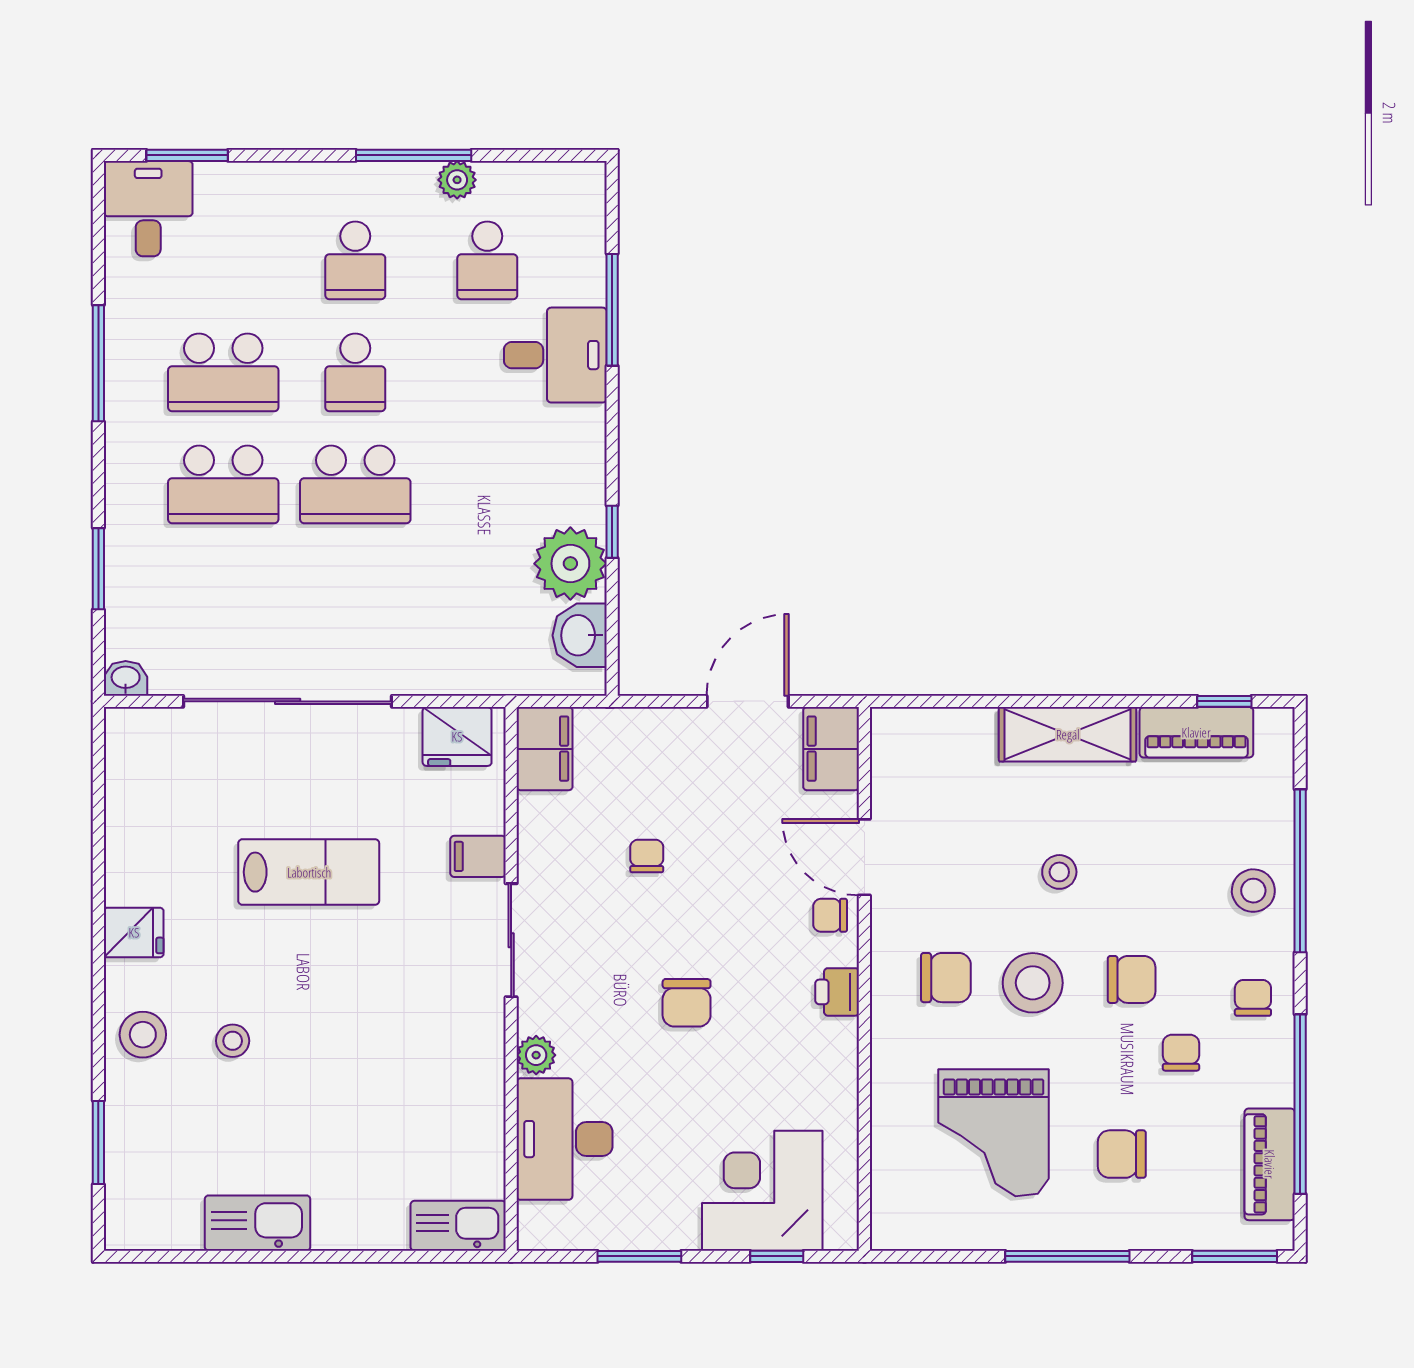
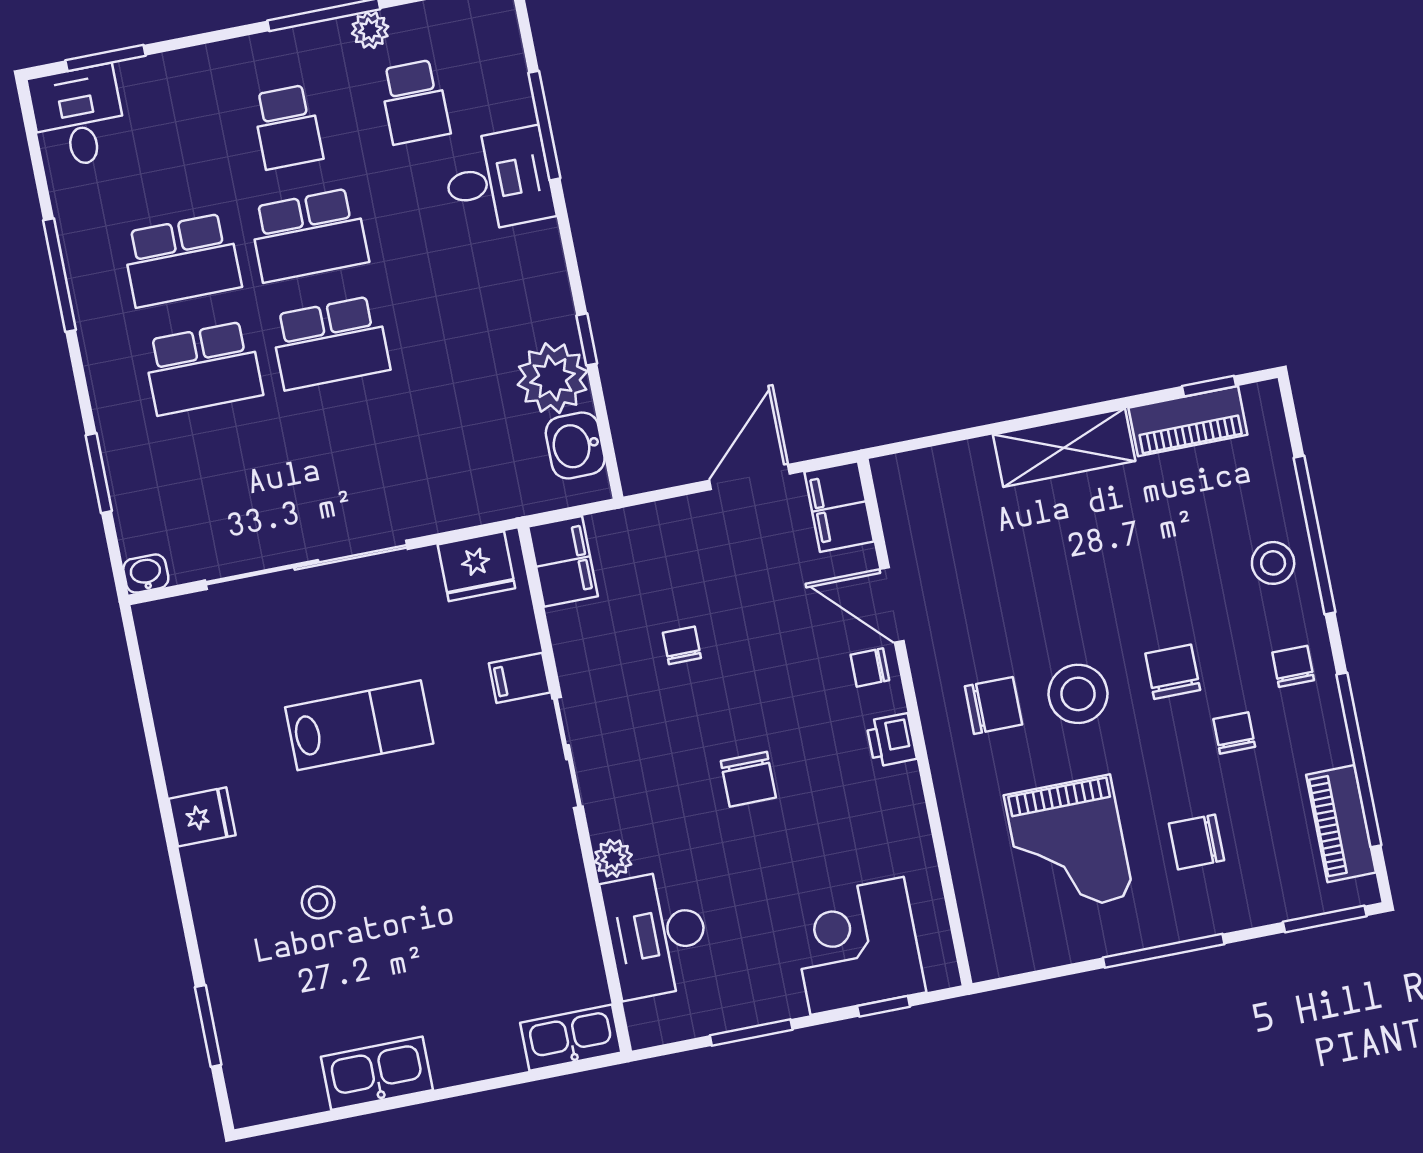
school desk: (355, 372) -> (309, 235), width x1.85
stool: (1059, 872) -> (1082, 582), removed
chair: (1132, 979) -> (1173, 672), turned -90
stool: (143, 1035) -> (230, 914), removed

